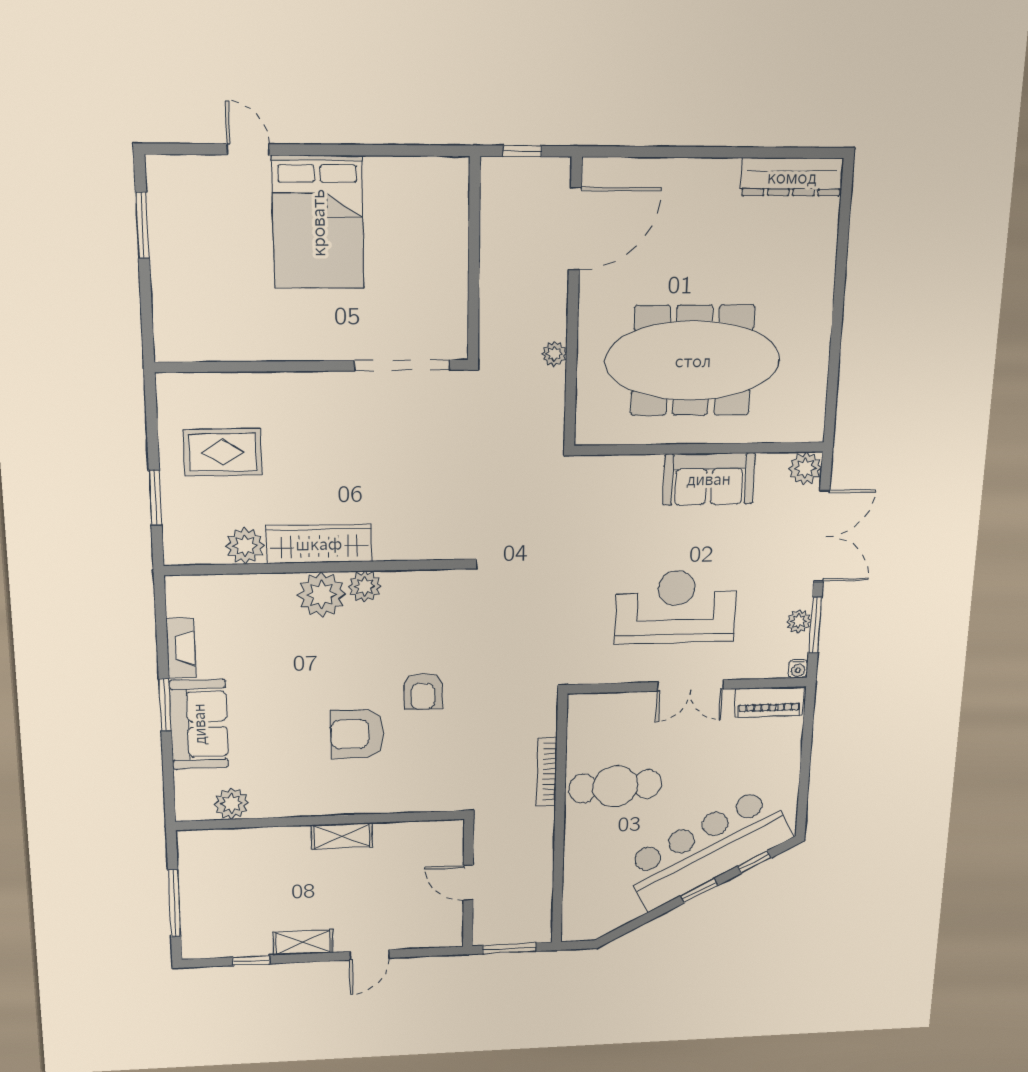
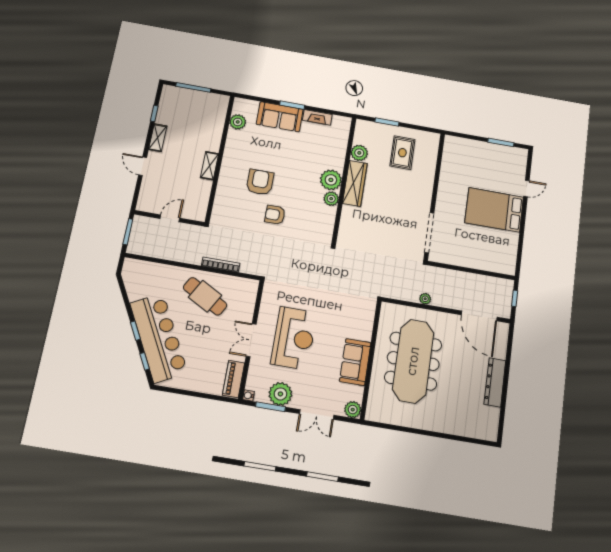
dresser: (792, 177) -> (495, 382), moved
double door: (822, 536) -> (317, 414), width x0.73
plant: (799, 621) -> (280, 394), width x1.88, depth x1.88
cafe table: (615, 786) -> (205, 296), turned -59

